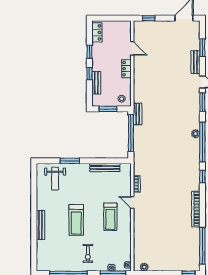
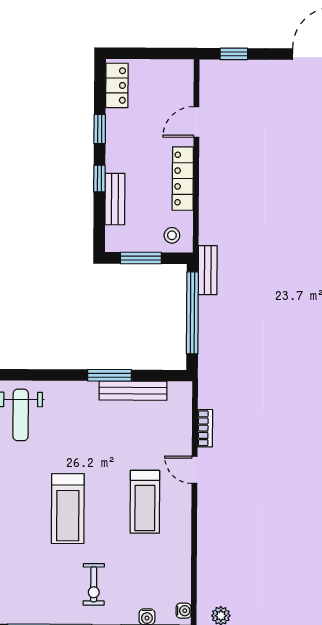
door: (132, 48) -> (196, 122), swing flipped
locker: (126, 69) -> (183, 179), width x1.53
window: (70, 161) -> (109, 375), moved

